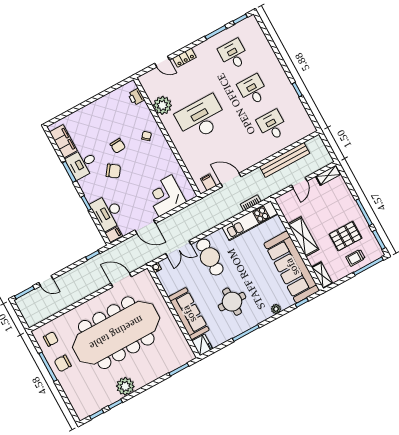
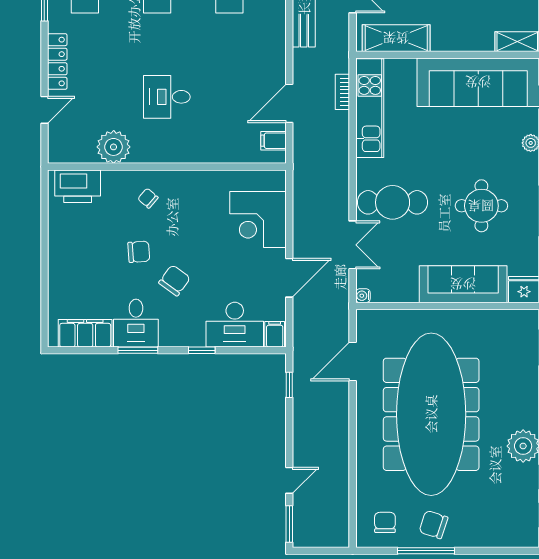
locker: (184, 58) -> (57, 61), width x1.53
printer: (136, 97) -> (78, 186), width x1.87, depth x1.48
desk: (201, 118) -> (167, 97), width x0.53, depth x0.77
shelving: (303, 237) -> (396, 38), moved
chair: (63, 363) -> (433, 525), turned 108

